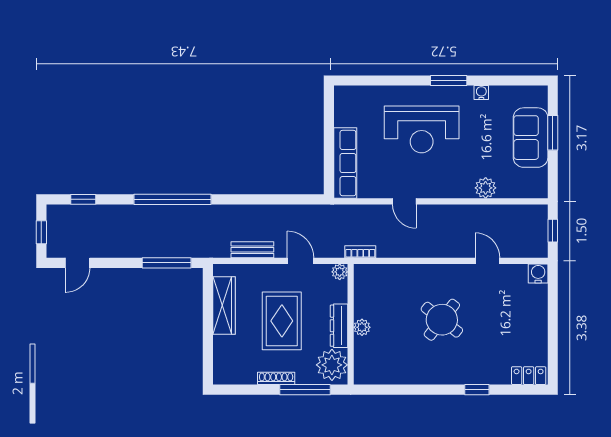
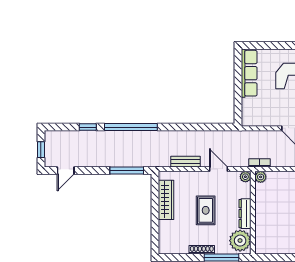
row of seats: (345, 163) -> (249, 73), moved
window: (83, 199) -> (88, 127), moved
rug: (282, 321) -> (206, 210), width x0.73, depth x0.70
plant: (362, 327) -> (261, 177), moved

